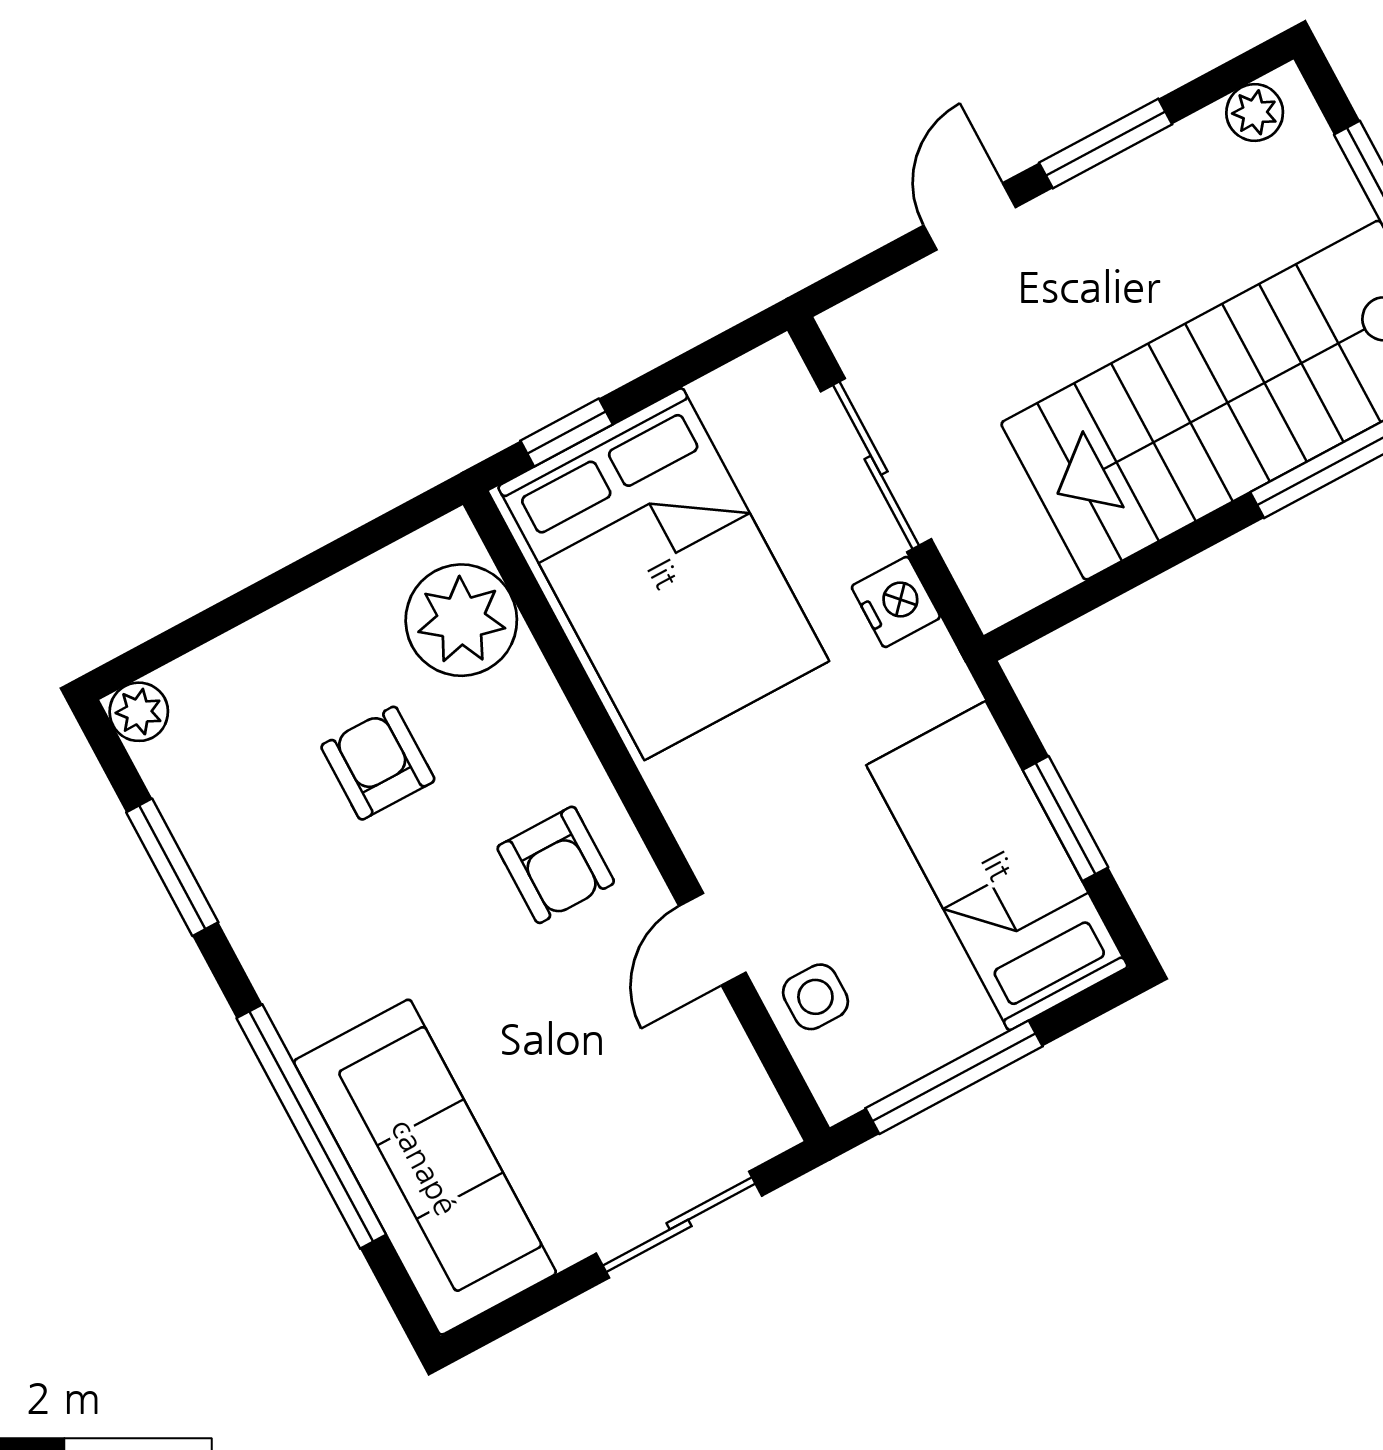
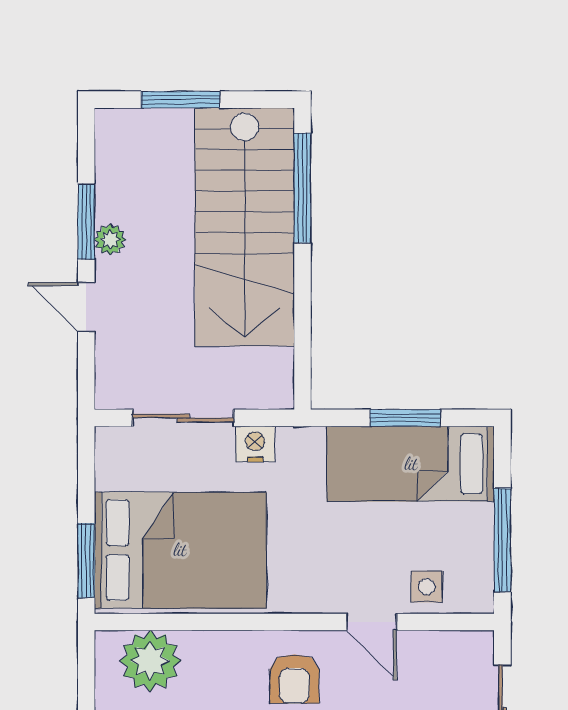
plant: (1255, 112) -> (110, 239), moved
window: (567, 433) -> (86, 560), width x1.50
armchair: (556, 865) -> (294, 679), turned 90

